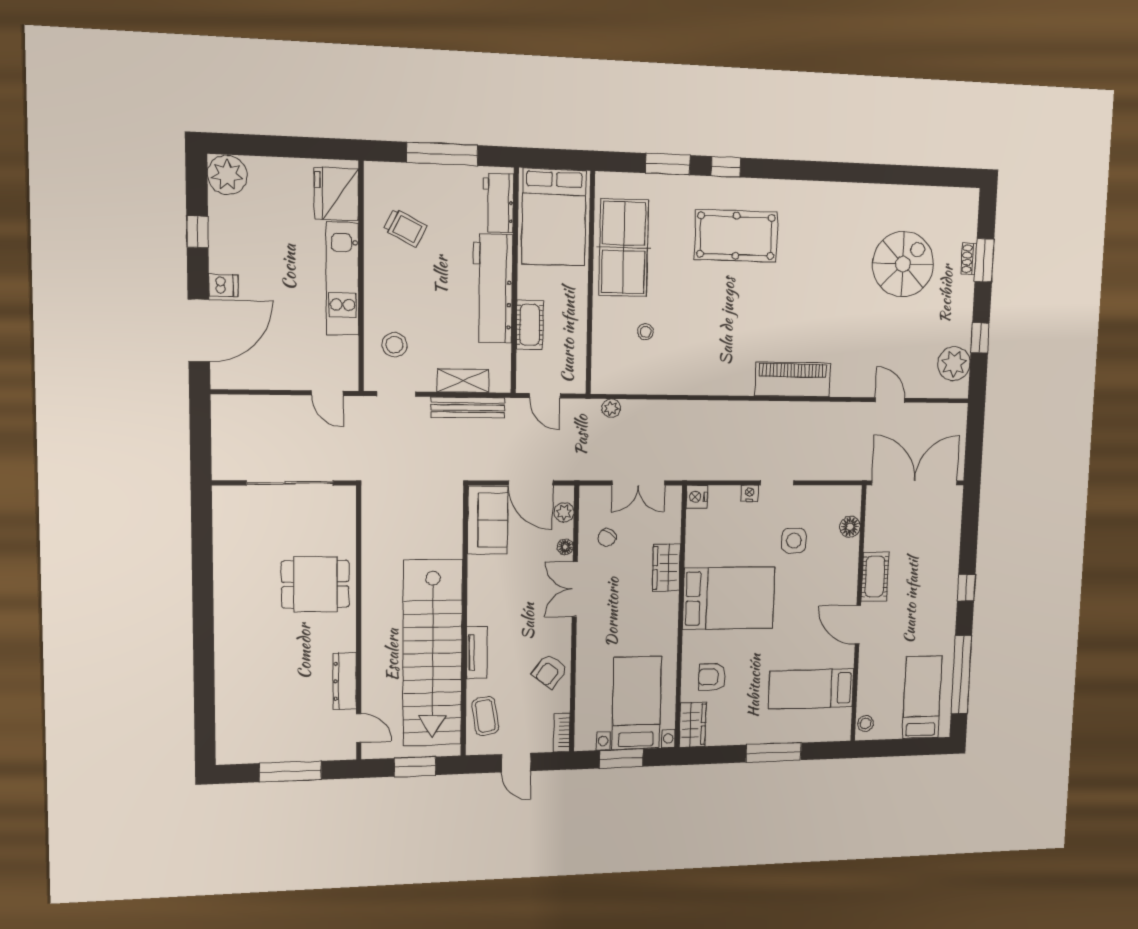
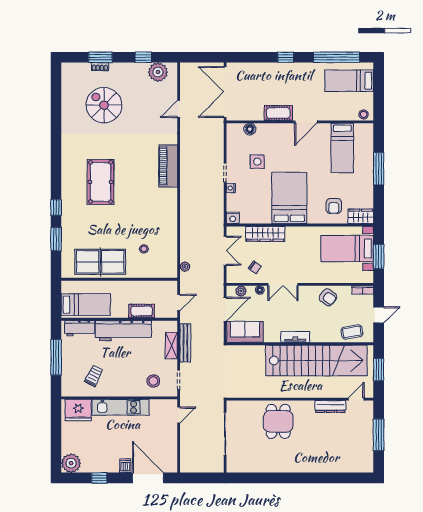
bed: (554, 217) -> (86, 305), width x0.67
pool table: (736, 236) -> (101, 182), moved
wardrobe: (666, 568) -> (265, 234), width x1.50
tv unit: (477, 653) -> (295, 337), moved

